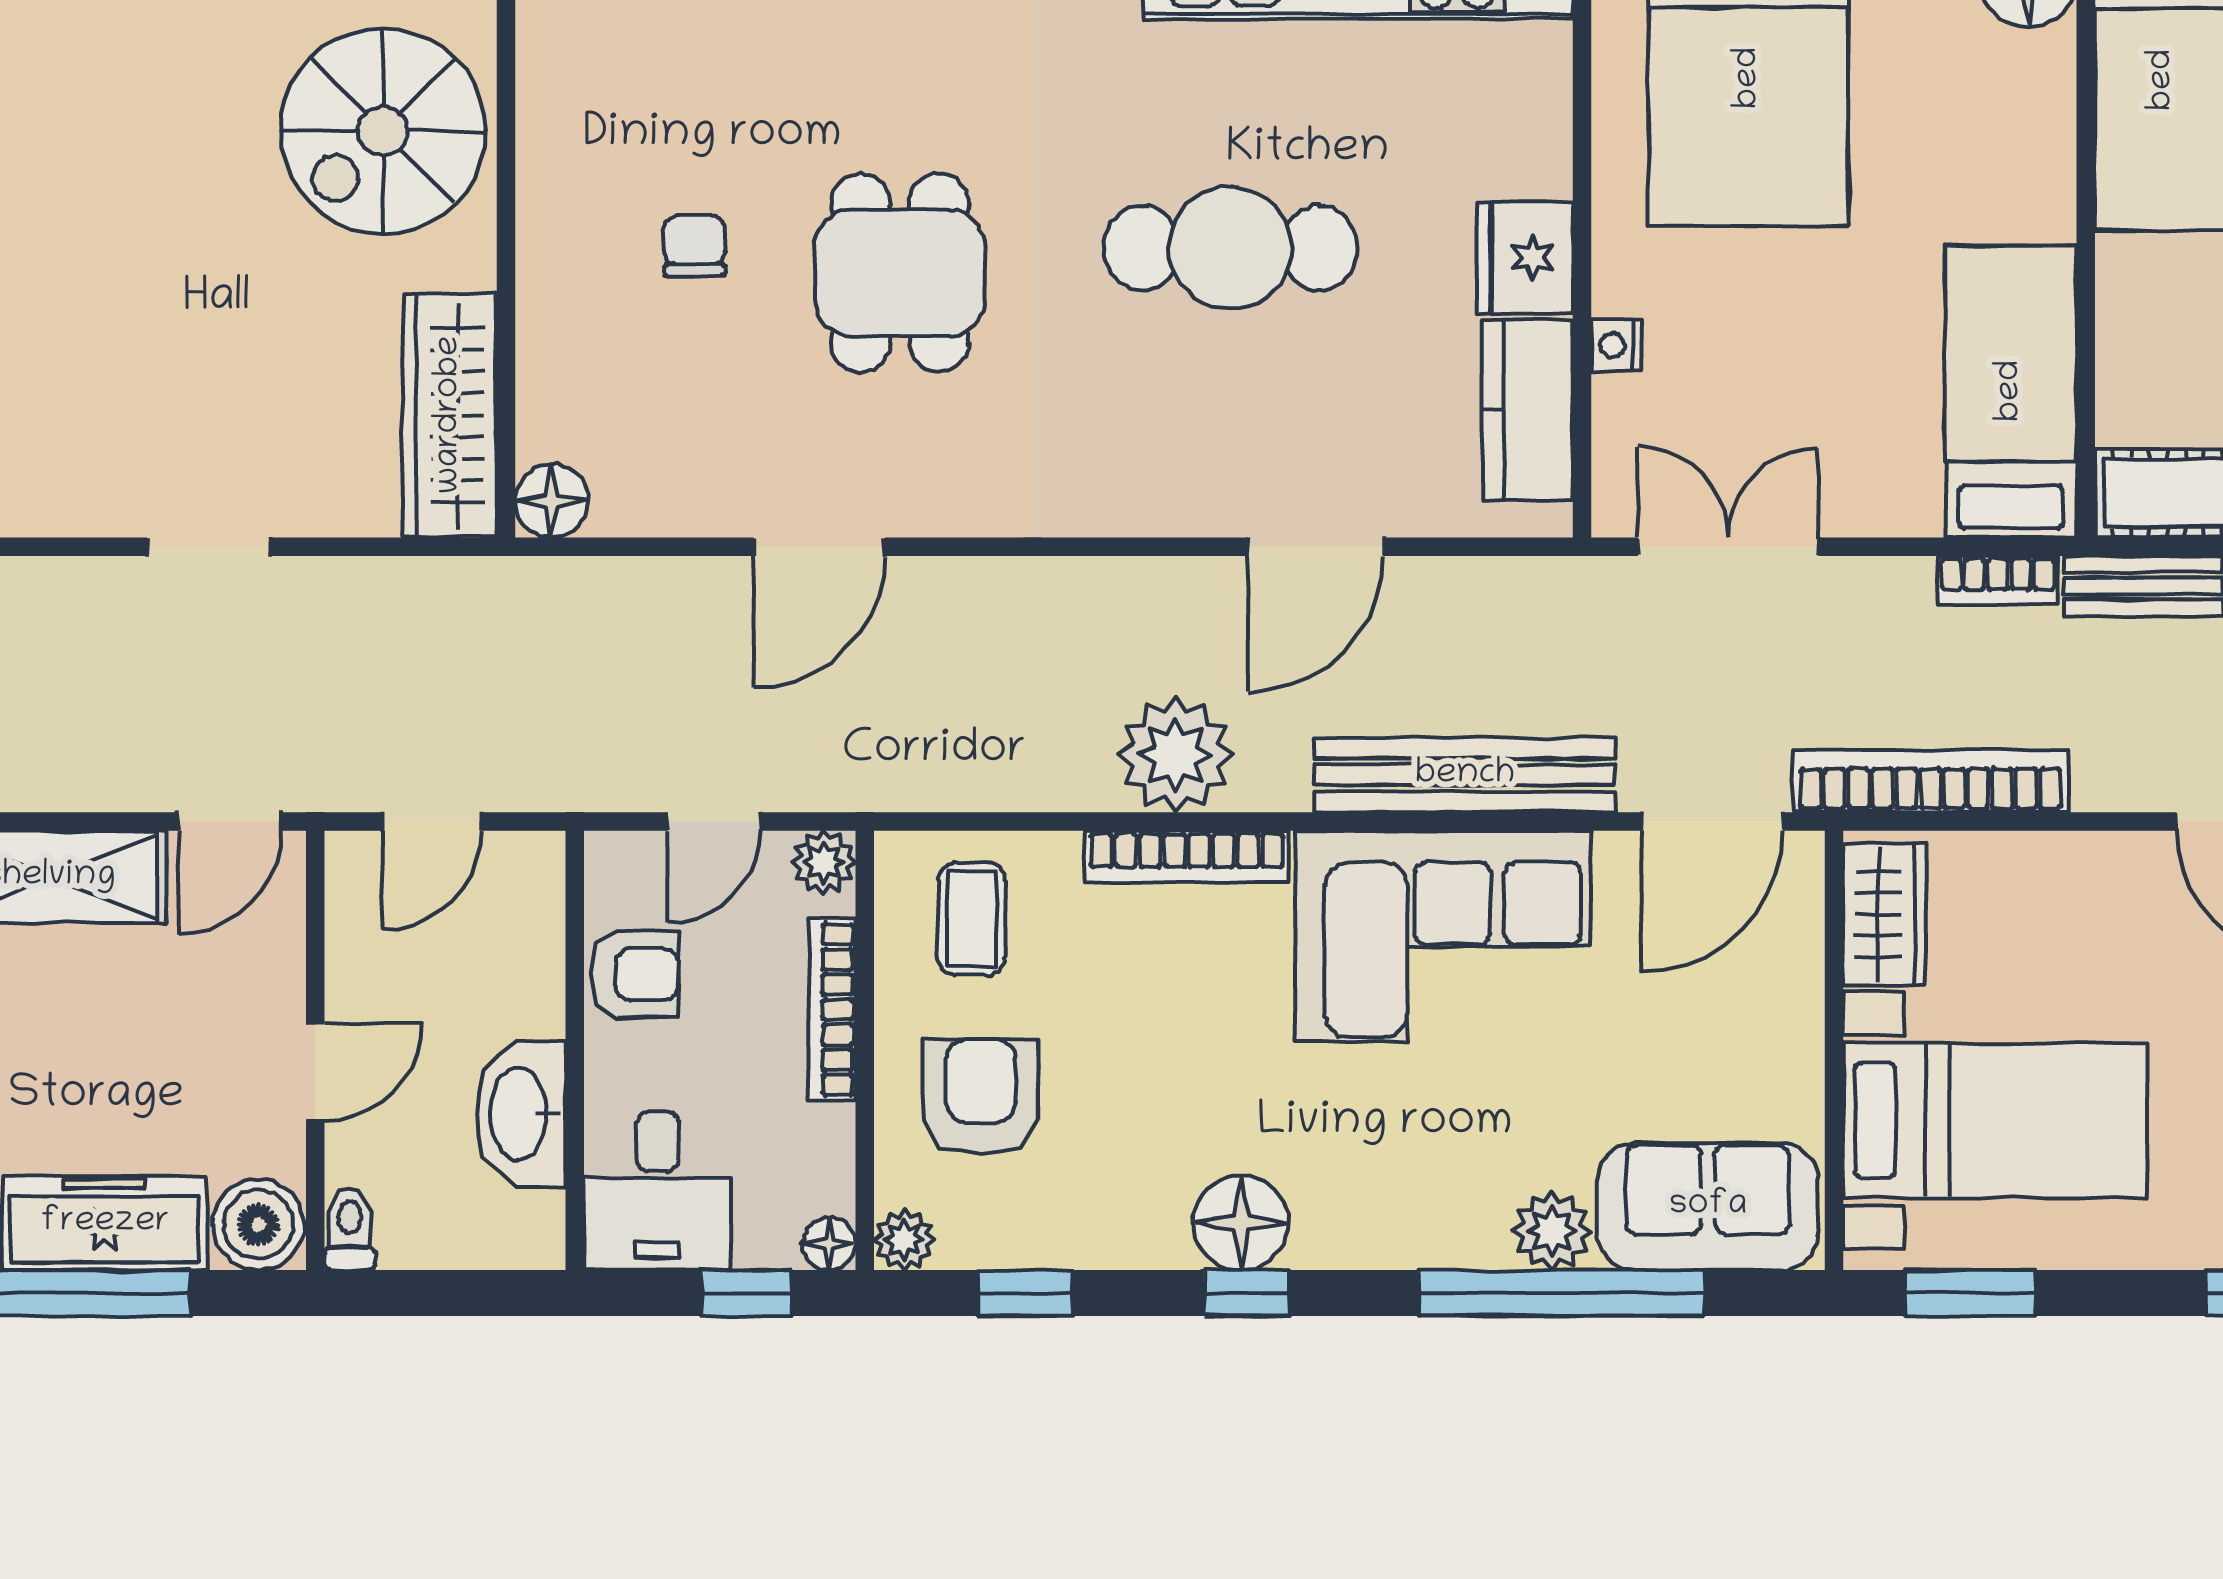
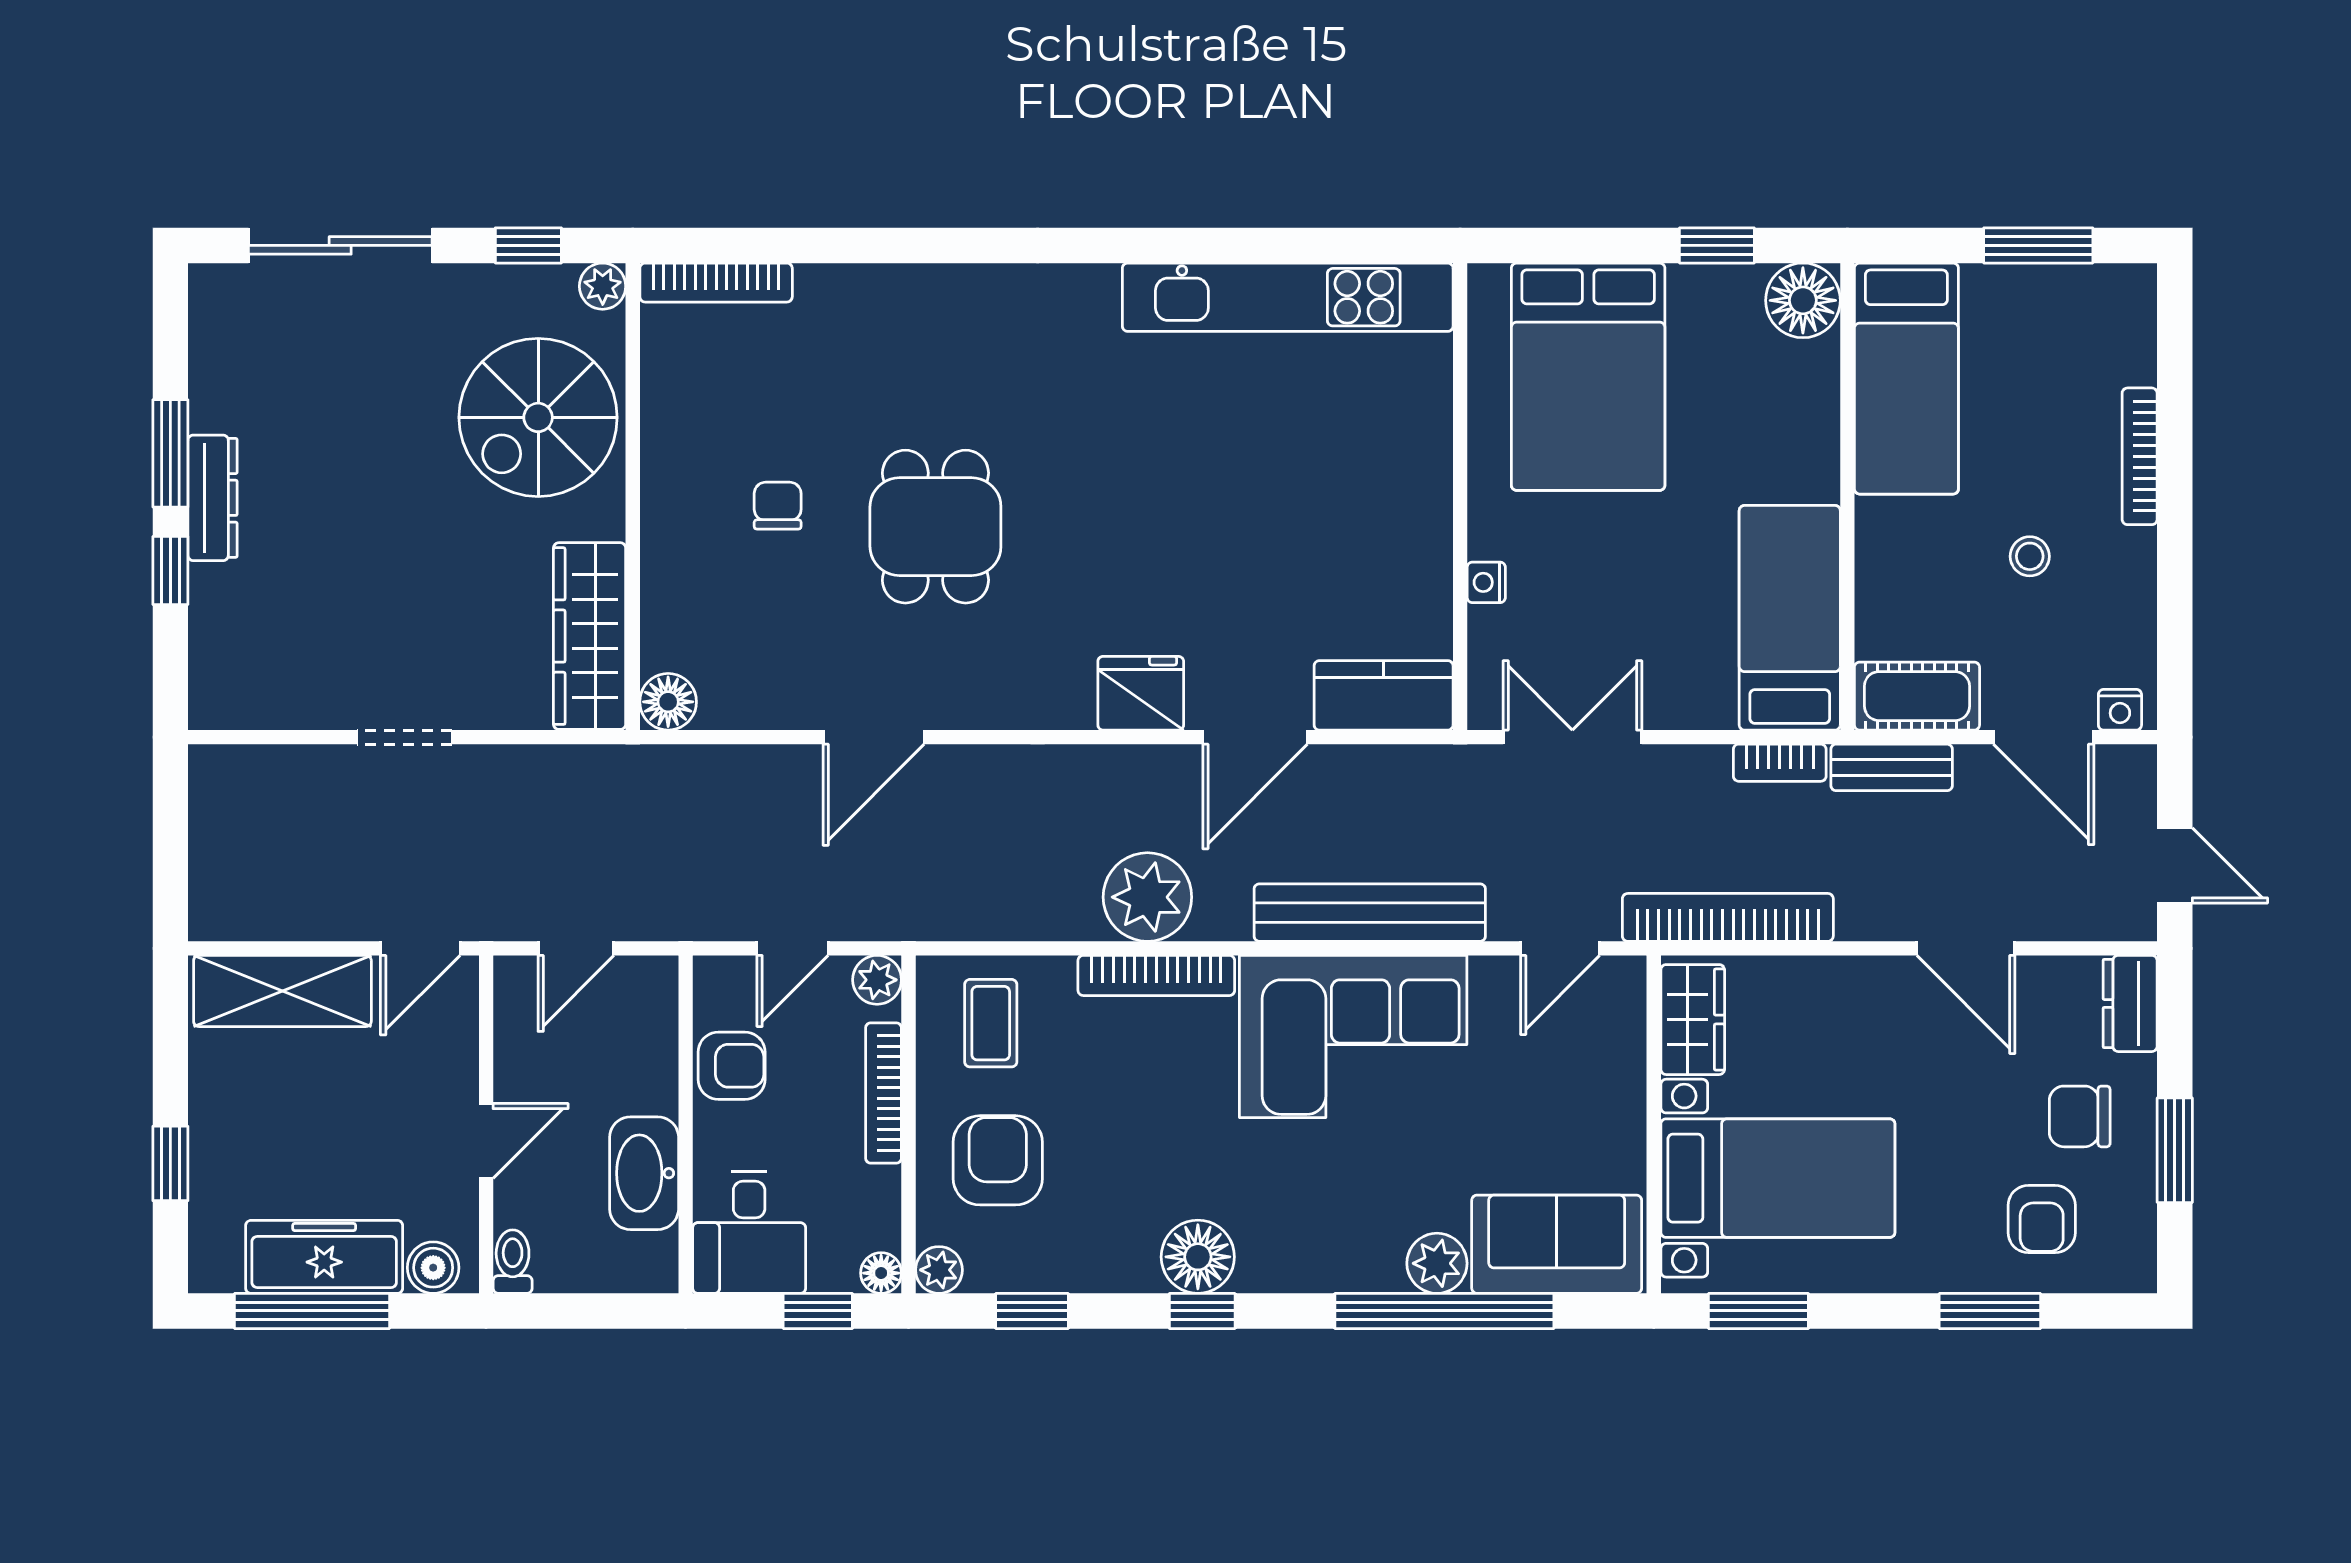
cafe table: (1231, 248) -> (1190, 507), removed
fridge: (1525, 258) -> (1141, 693), moved, turned 90
kitchen counter: (1528, 410) -> (1384, 695), moved, turned 90
door: (1712, 821) -> (1560, 948), width x0.73
boiler: (259, 1225) -> (433, 1268), width x0.73, depth x0.73

